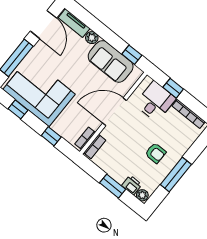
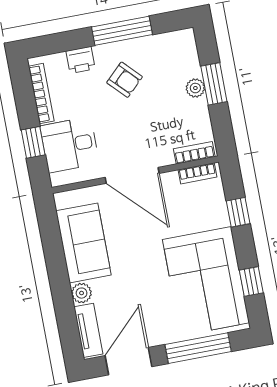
window: (132, 55) -> (49, 229), removed
armchair: (155, 153) -> (125, 80), turned 136
printer: (132, 185) -> (81, 60), moved, turned -90
plant: (142, 195) -> (195, 88), moved

